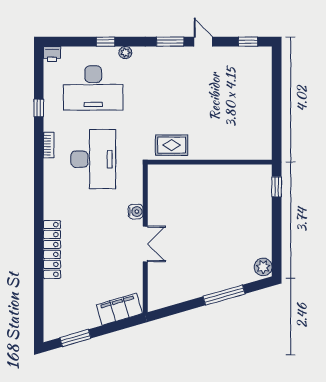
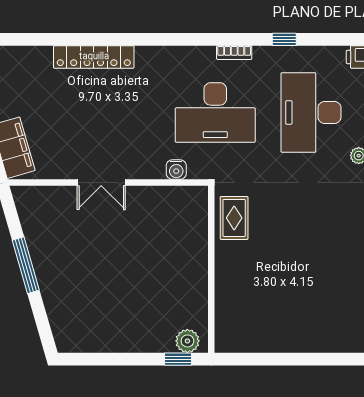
water cooler: (136, 212) -> (176, 170), moved
plant: (263, 267) -> (187, 341), moved
window: (224, 295) -> (26, 265), moved

